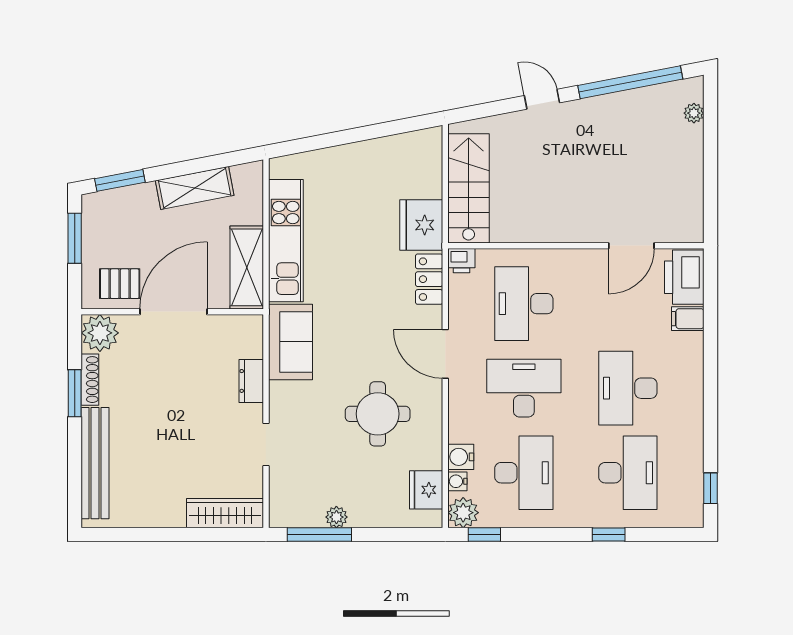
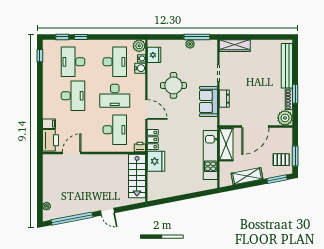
pallet: (120, 284) -> (281, 160), moved
sofa: (290, 342) -> (208, 101), moved
desk: (524, 473) -> (115, 62), turned 180
window: (484, 535) -> (62, 37), moved

